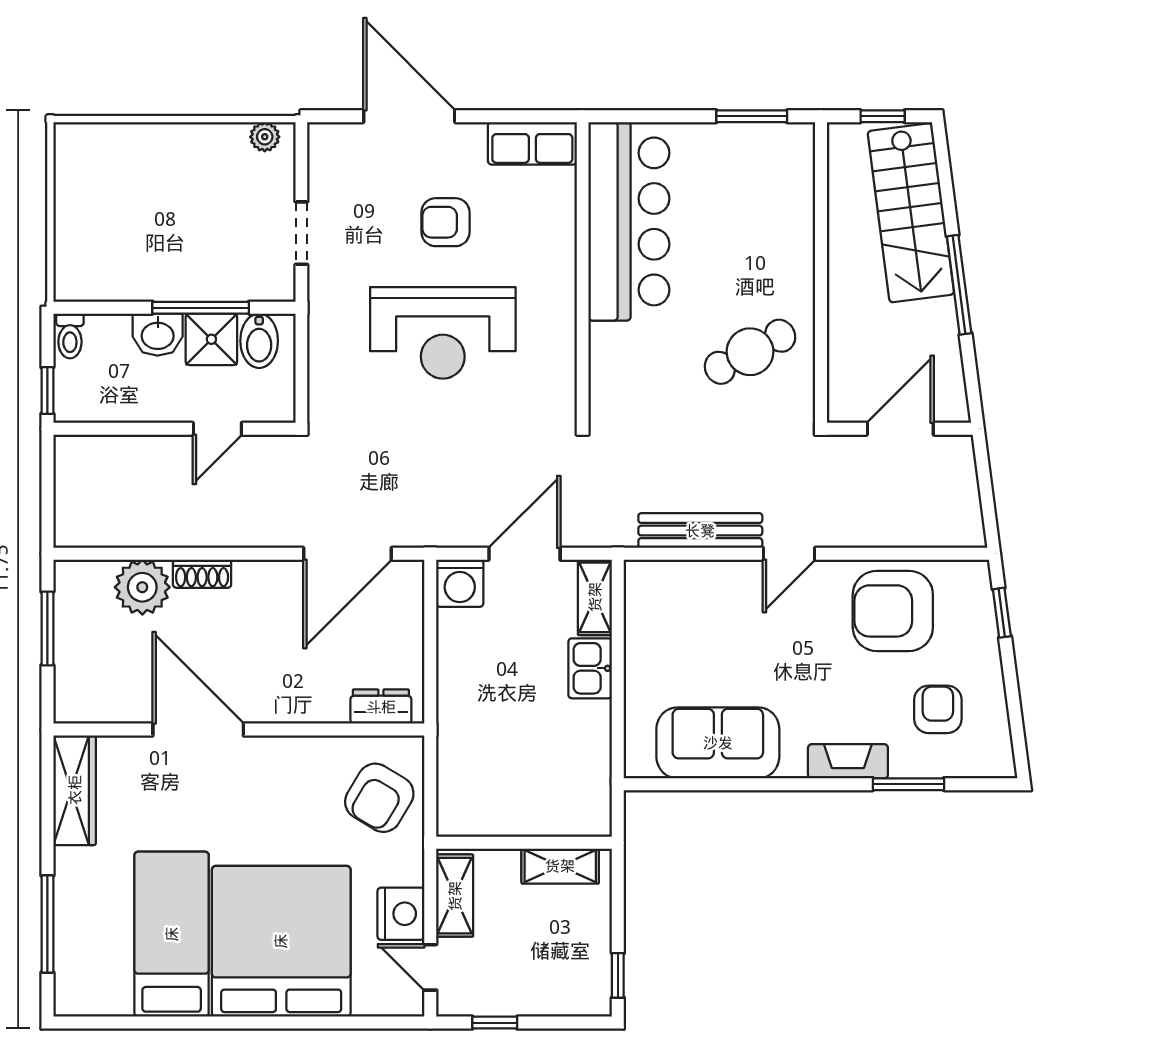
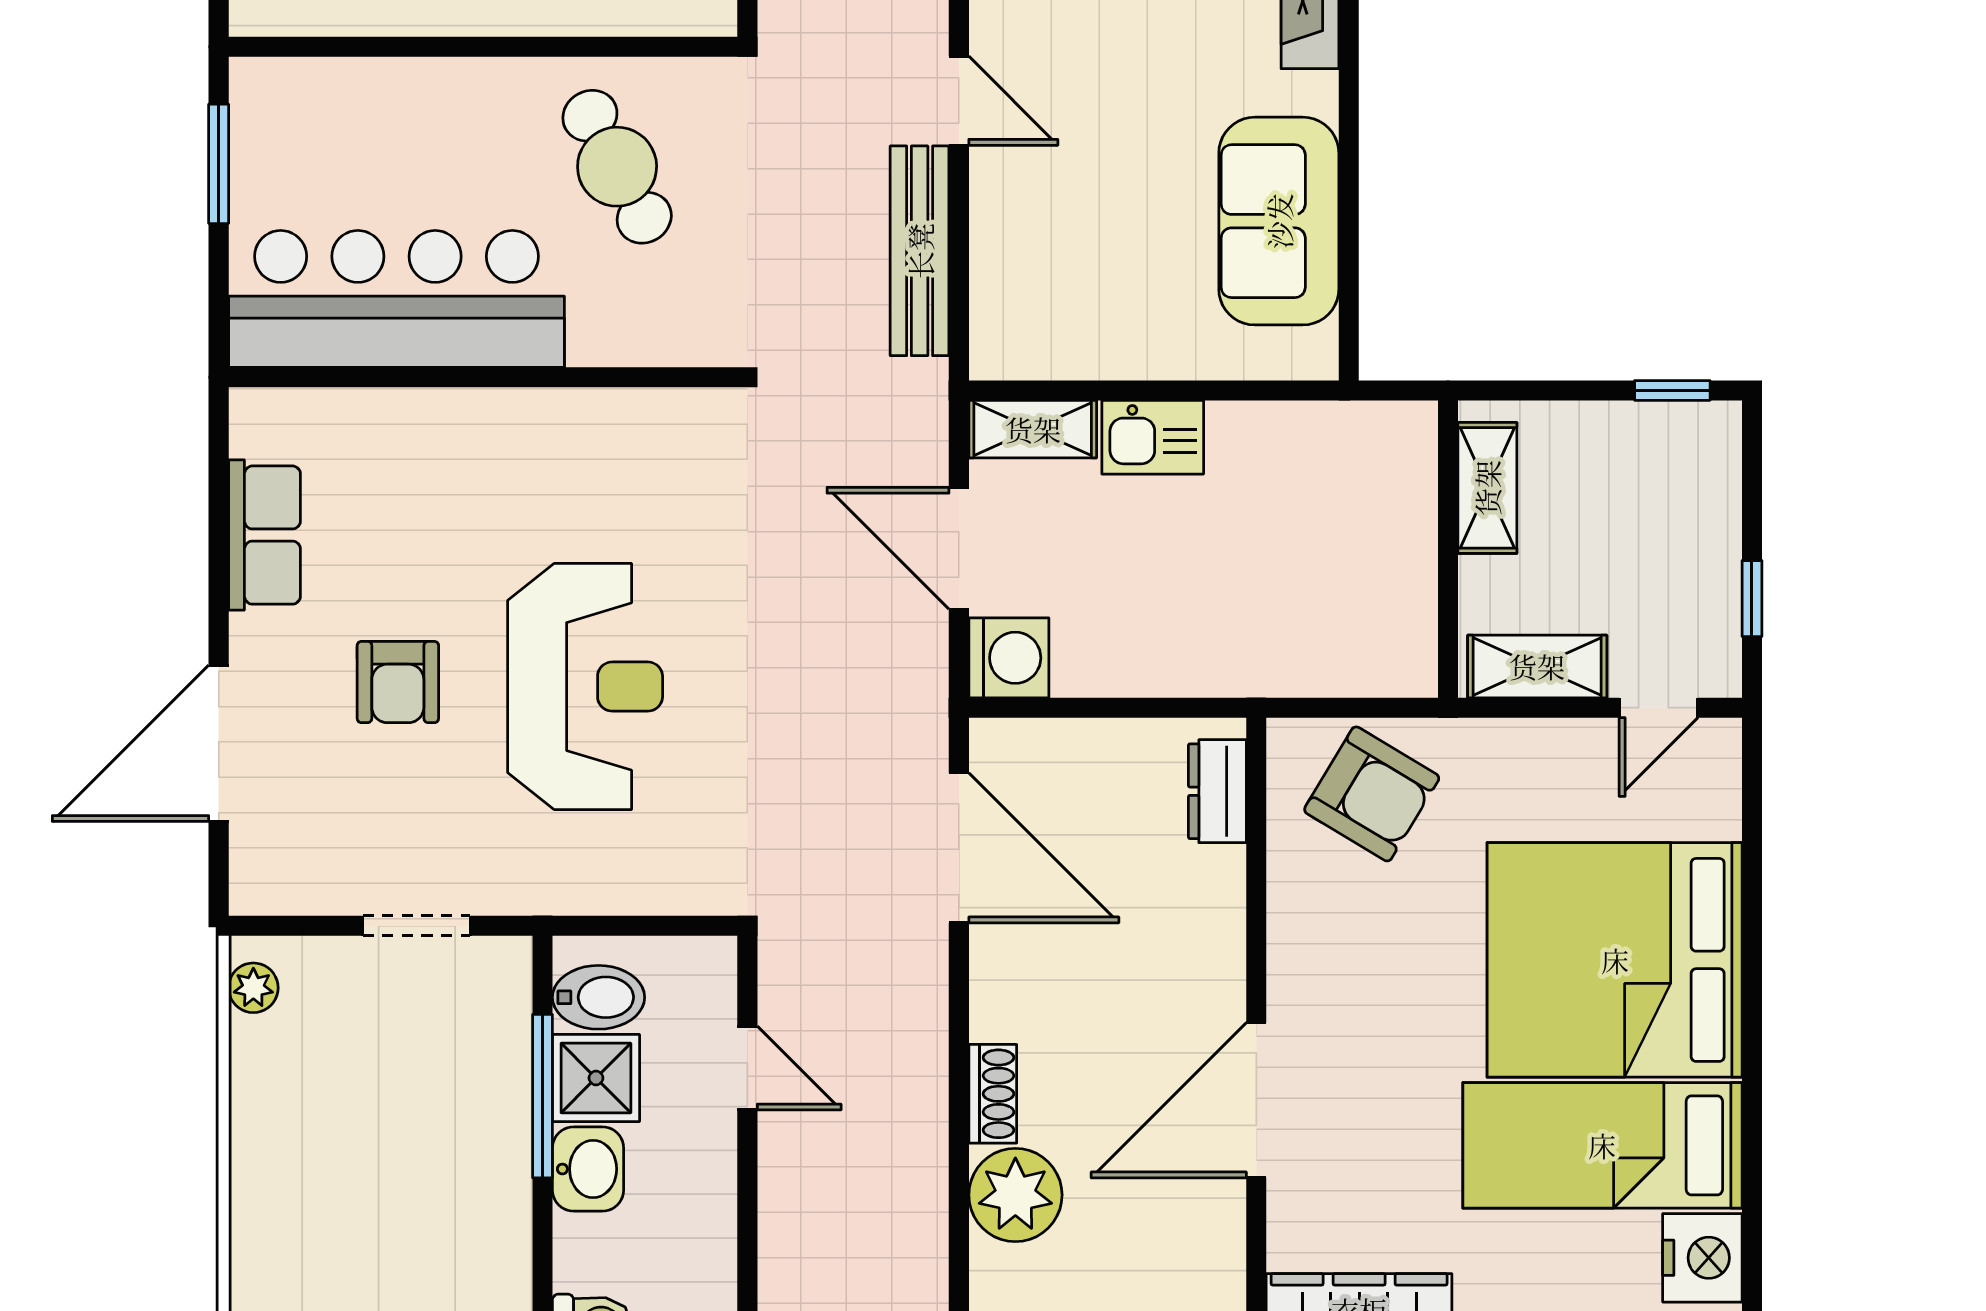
bar counter: (629, 221) -> (397, 299), moved
wall: (583, 272) -> (483, 377), moved
nightstand: (401, 914) -> (1702, 1258), moved, turned 90

